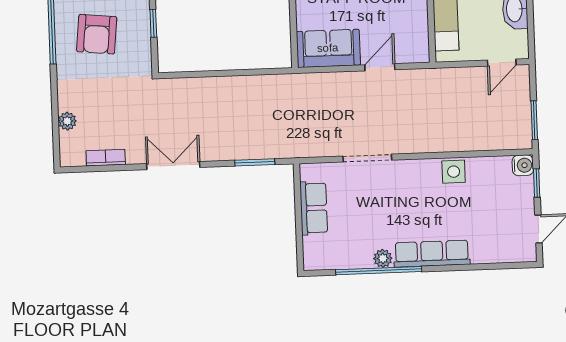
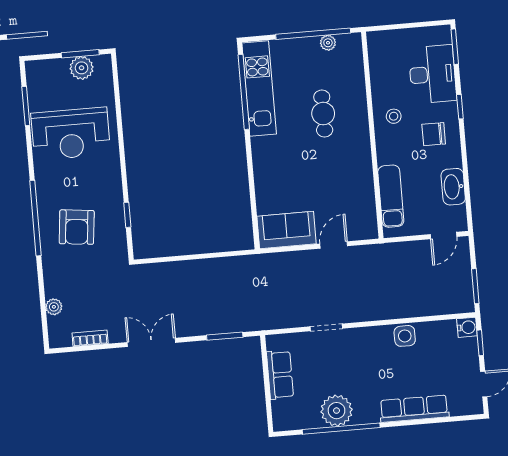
doorway: (367, 158) -> (326, 327), width x0.73
row of seats: (432, 254) -> (414, 409), moved
plant: (383, 258) -> (337, 411), width x1.88, depth x1.88

